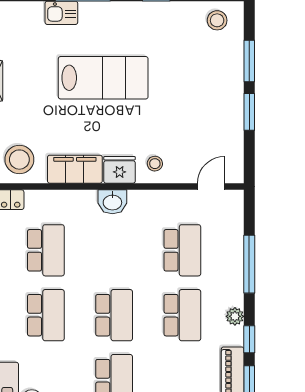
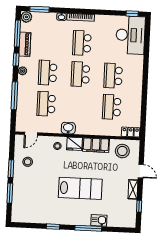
stool: (217, 20) -> (28, 162), moved
lab bench: (103, 78) -> (80, 188), turned 180
washbasin: (112, 202) -> (68, 128), moved

